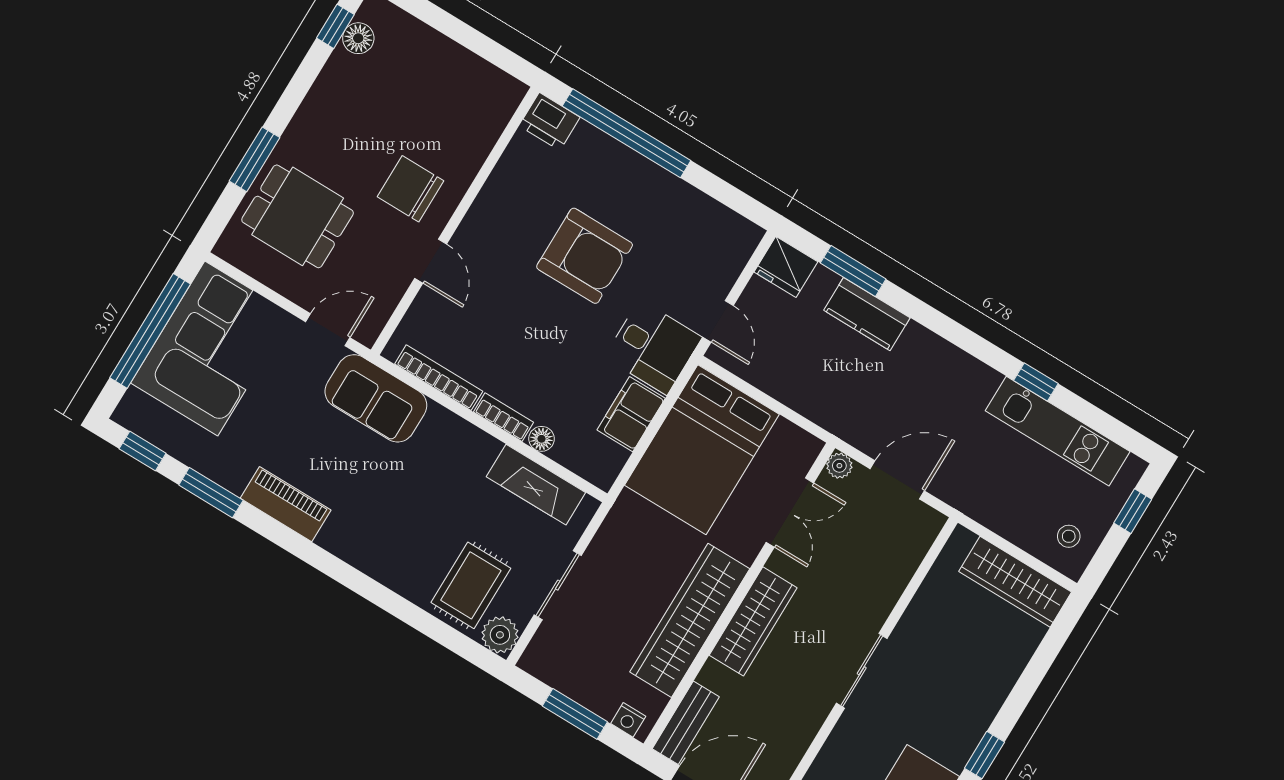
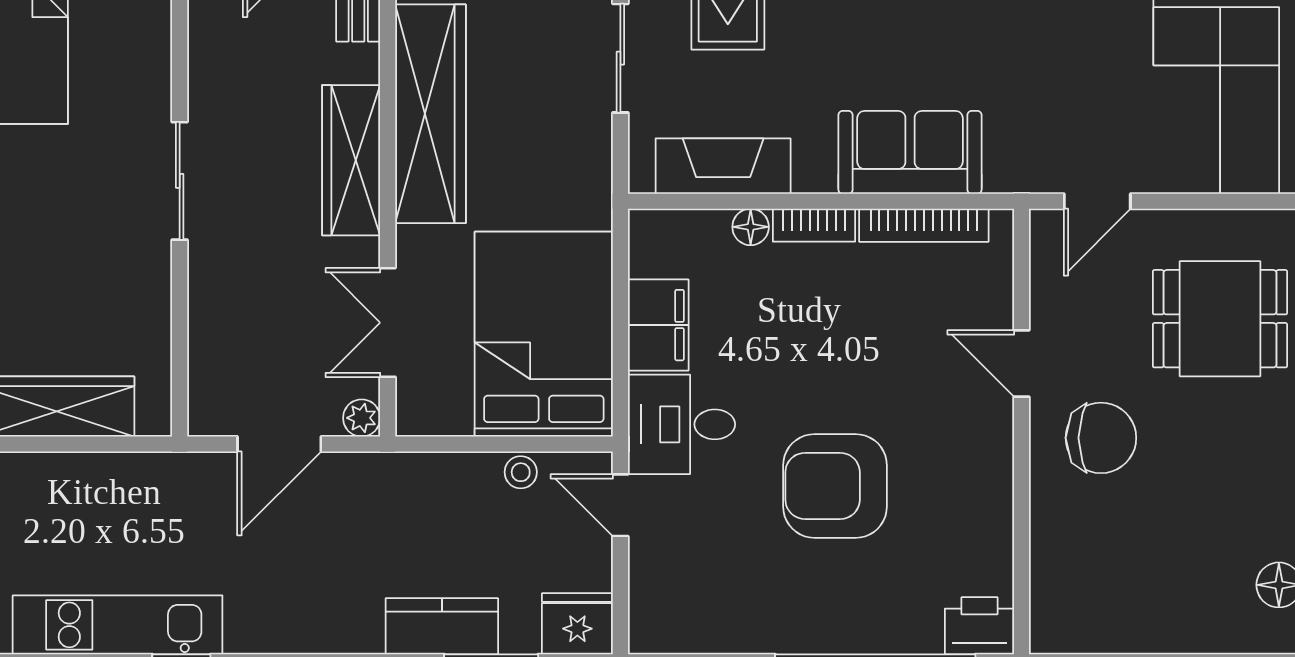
sofa: (376, 398) -> (910, 152), moved
stool: (1069, 536) -> (521, 472), moved

